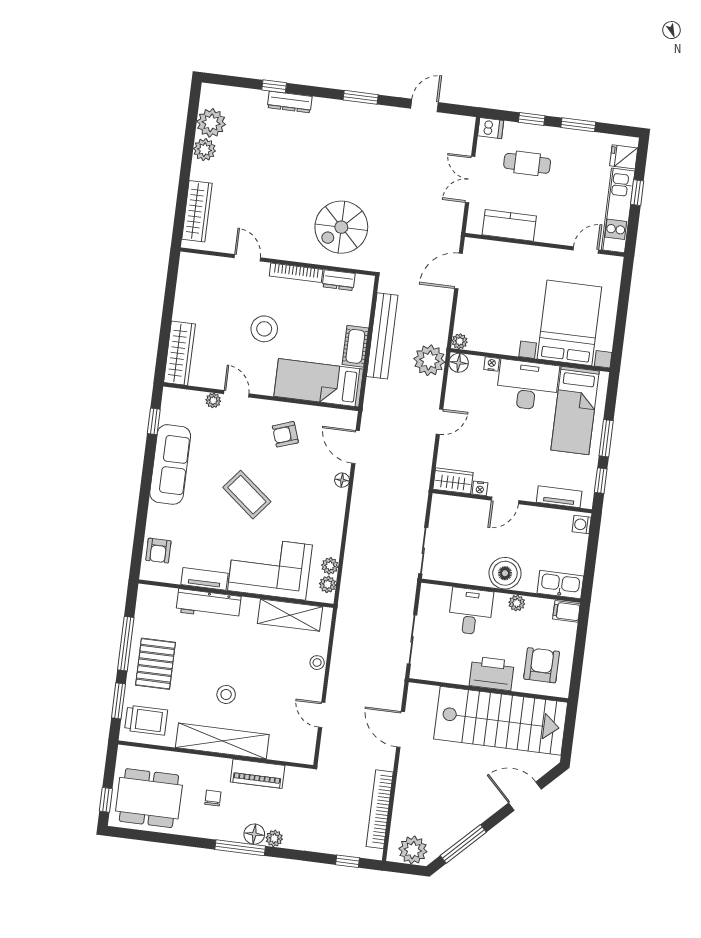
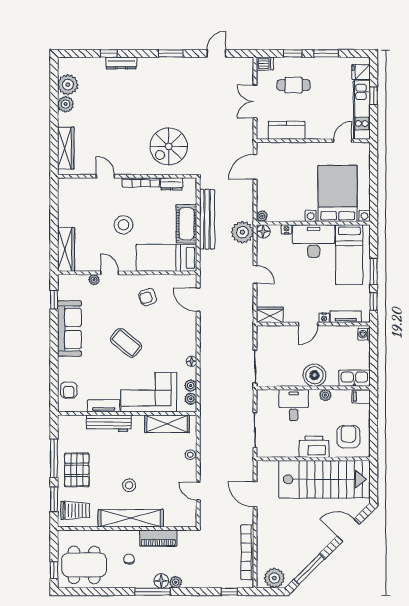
cot: (355, 346) -> (186, 224), width x1.37, depth x1.34
door: (440, 422) -> (255, 274), hinge flipped
floor lamp: (342, 480) -> (192, 361), moved
nightstand: (480, 488) -> (324, 318), moved

